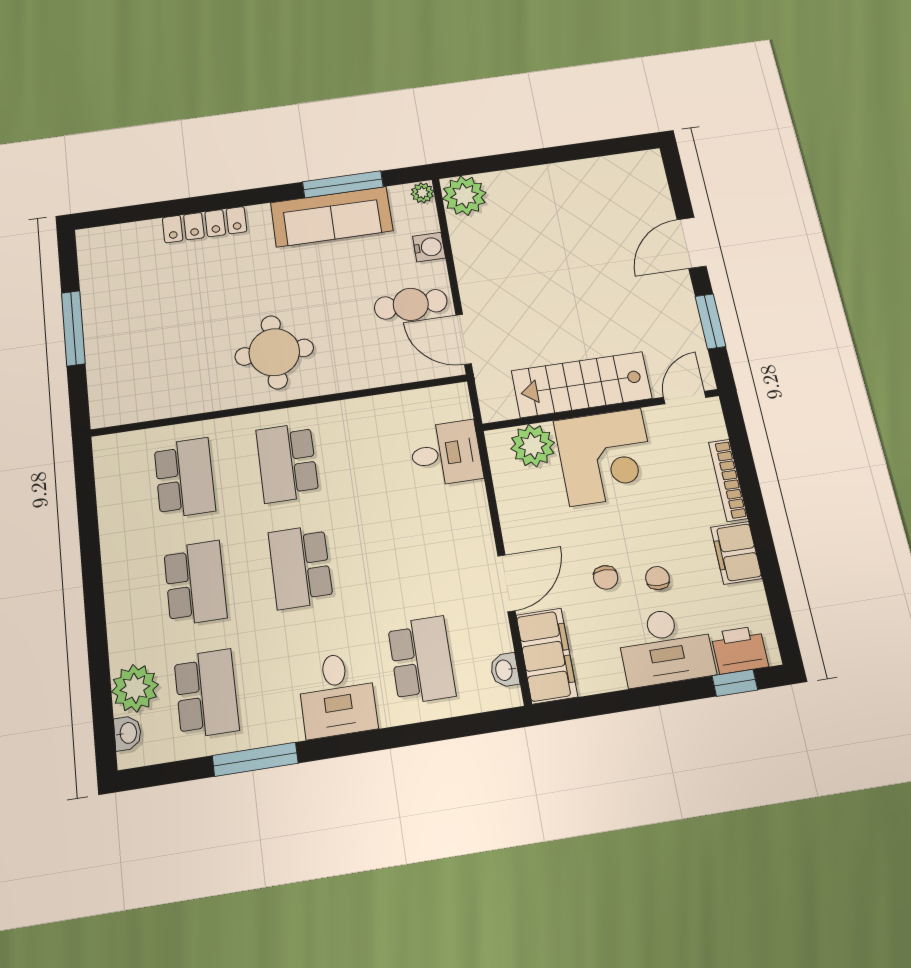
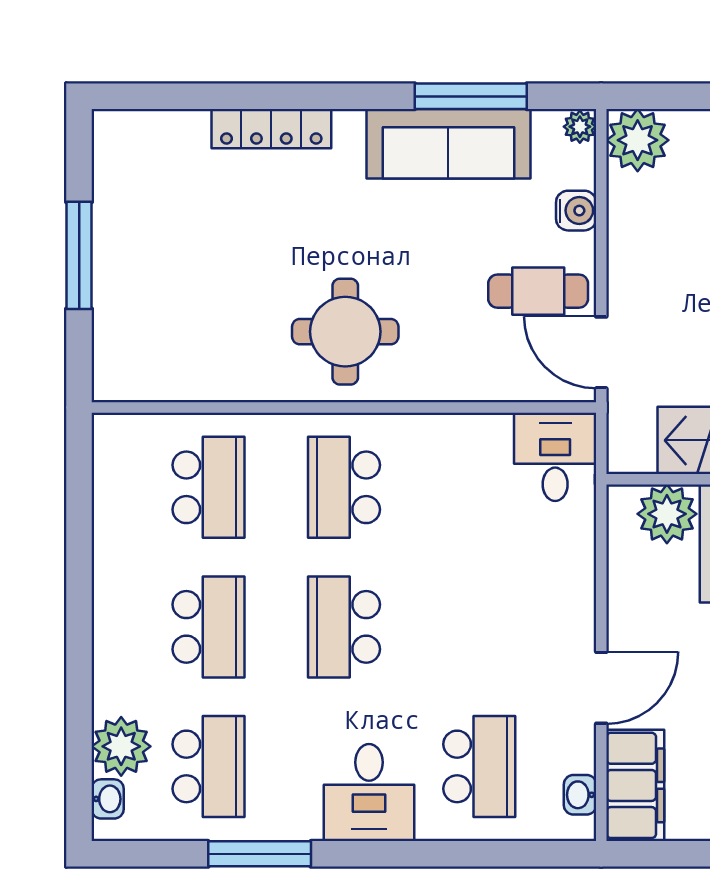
desk: (446, 453) -> (555, 457), moved, turned -90

